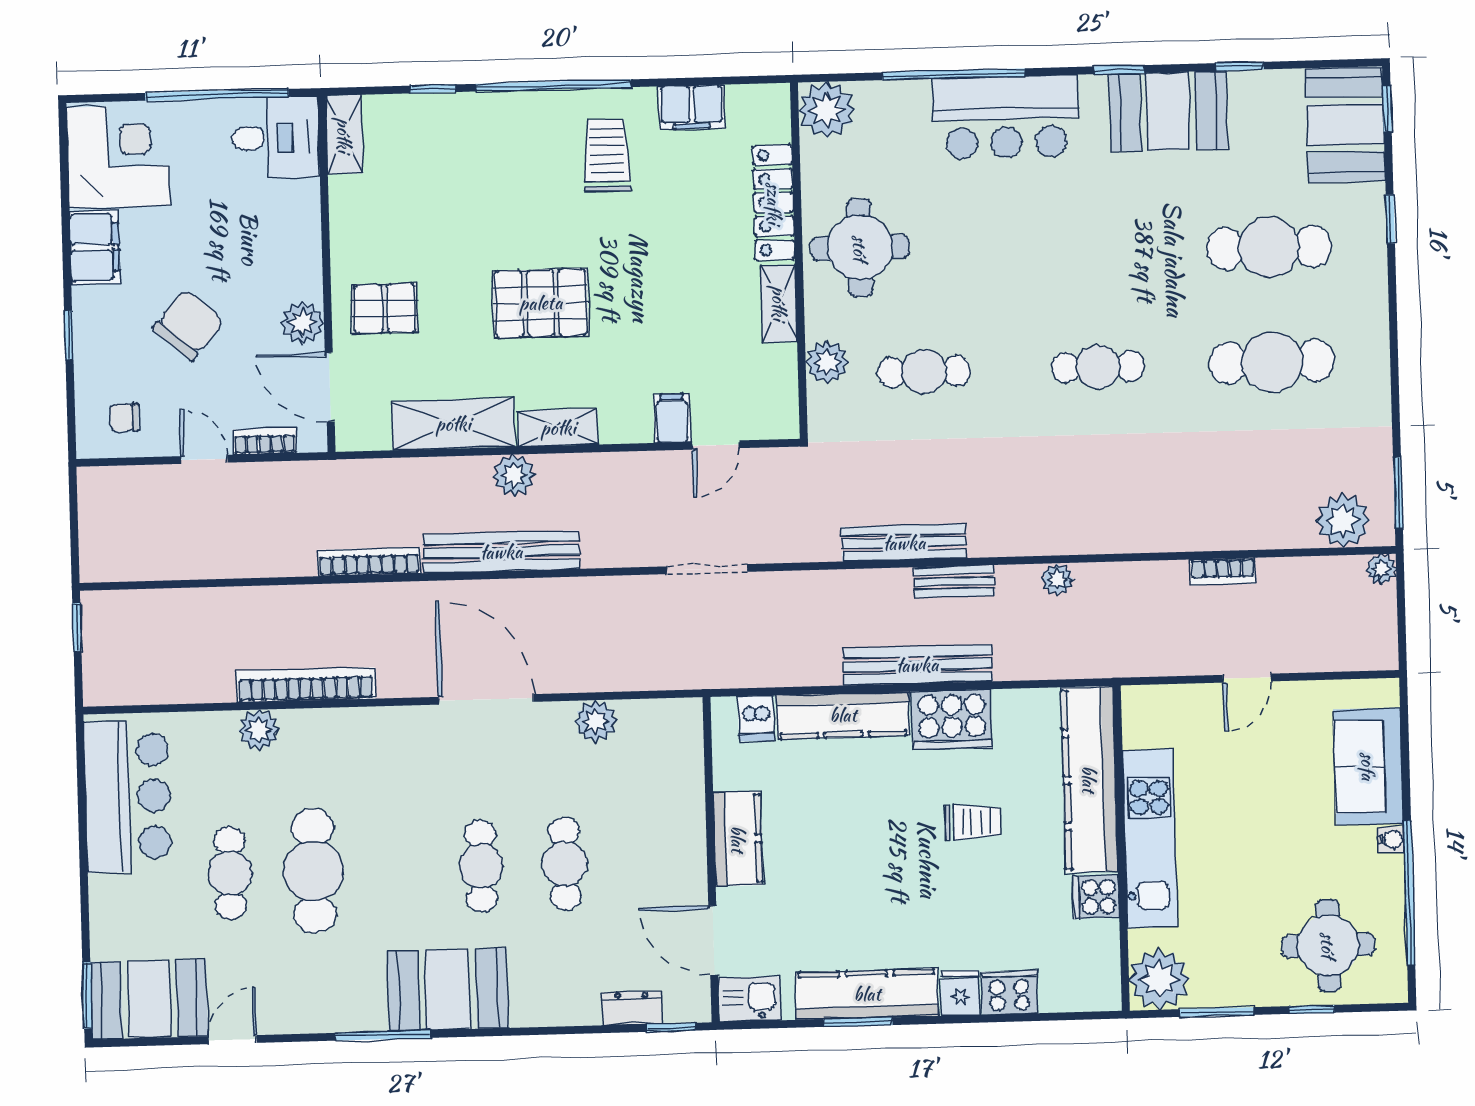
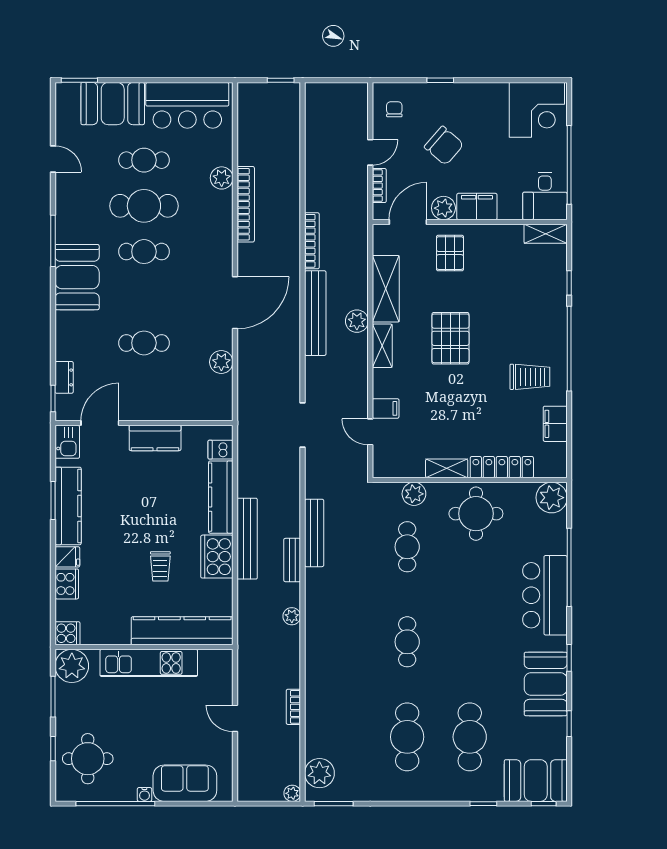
filing cabinet: (95, 247) -> (477, 207), moved, turned 180
cafe table: (481, 866) -> (144, 252), moved
cooker: (1096, 897) -> (67, 633), moved, turned 90
booth: (149, 999) -> (113, 104), moved, turned 90

